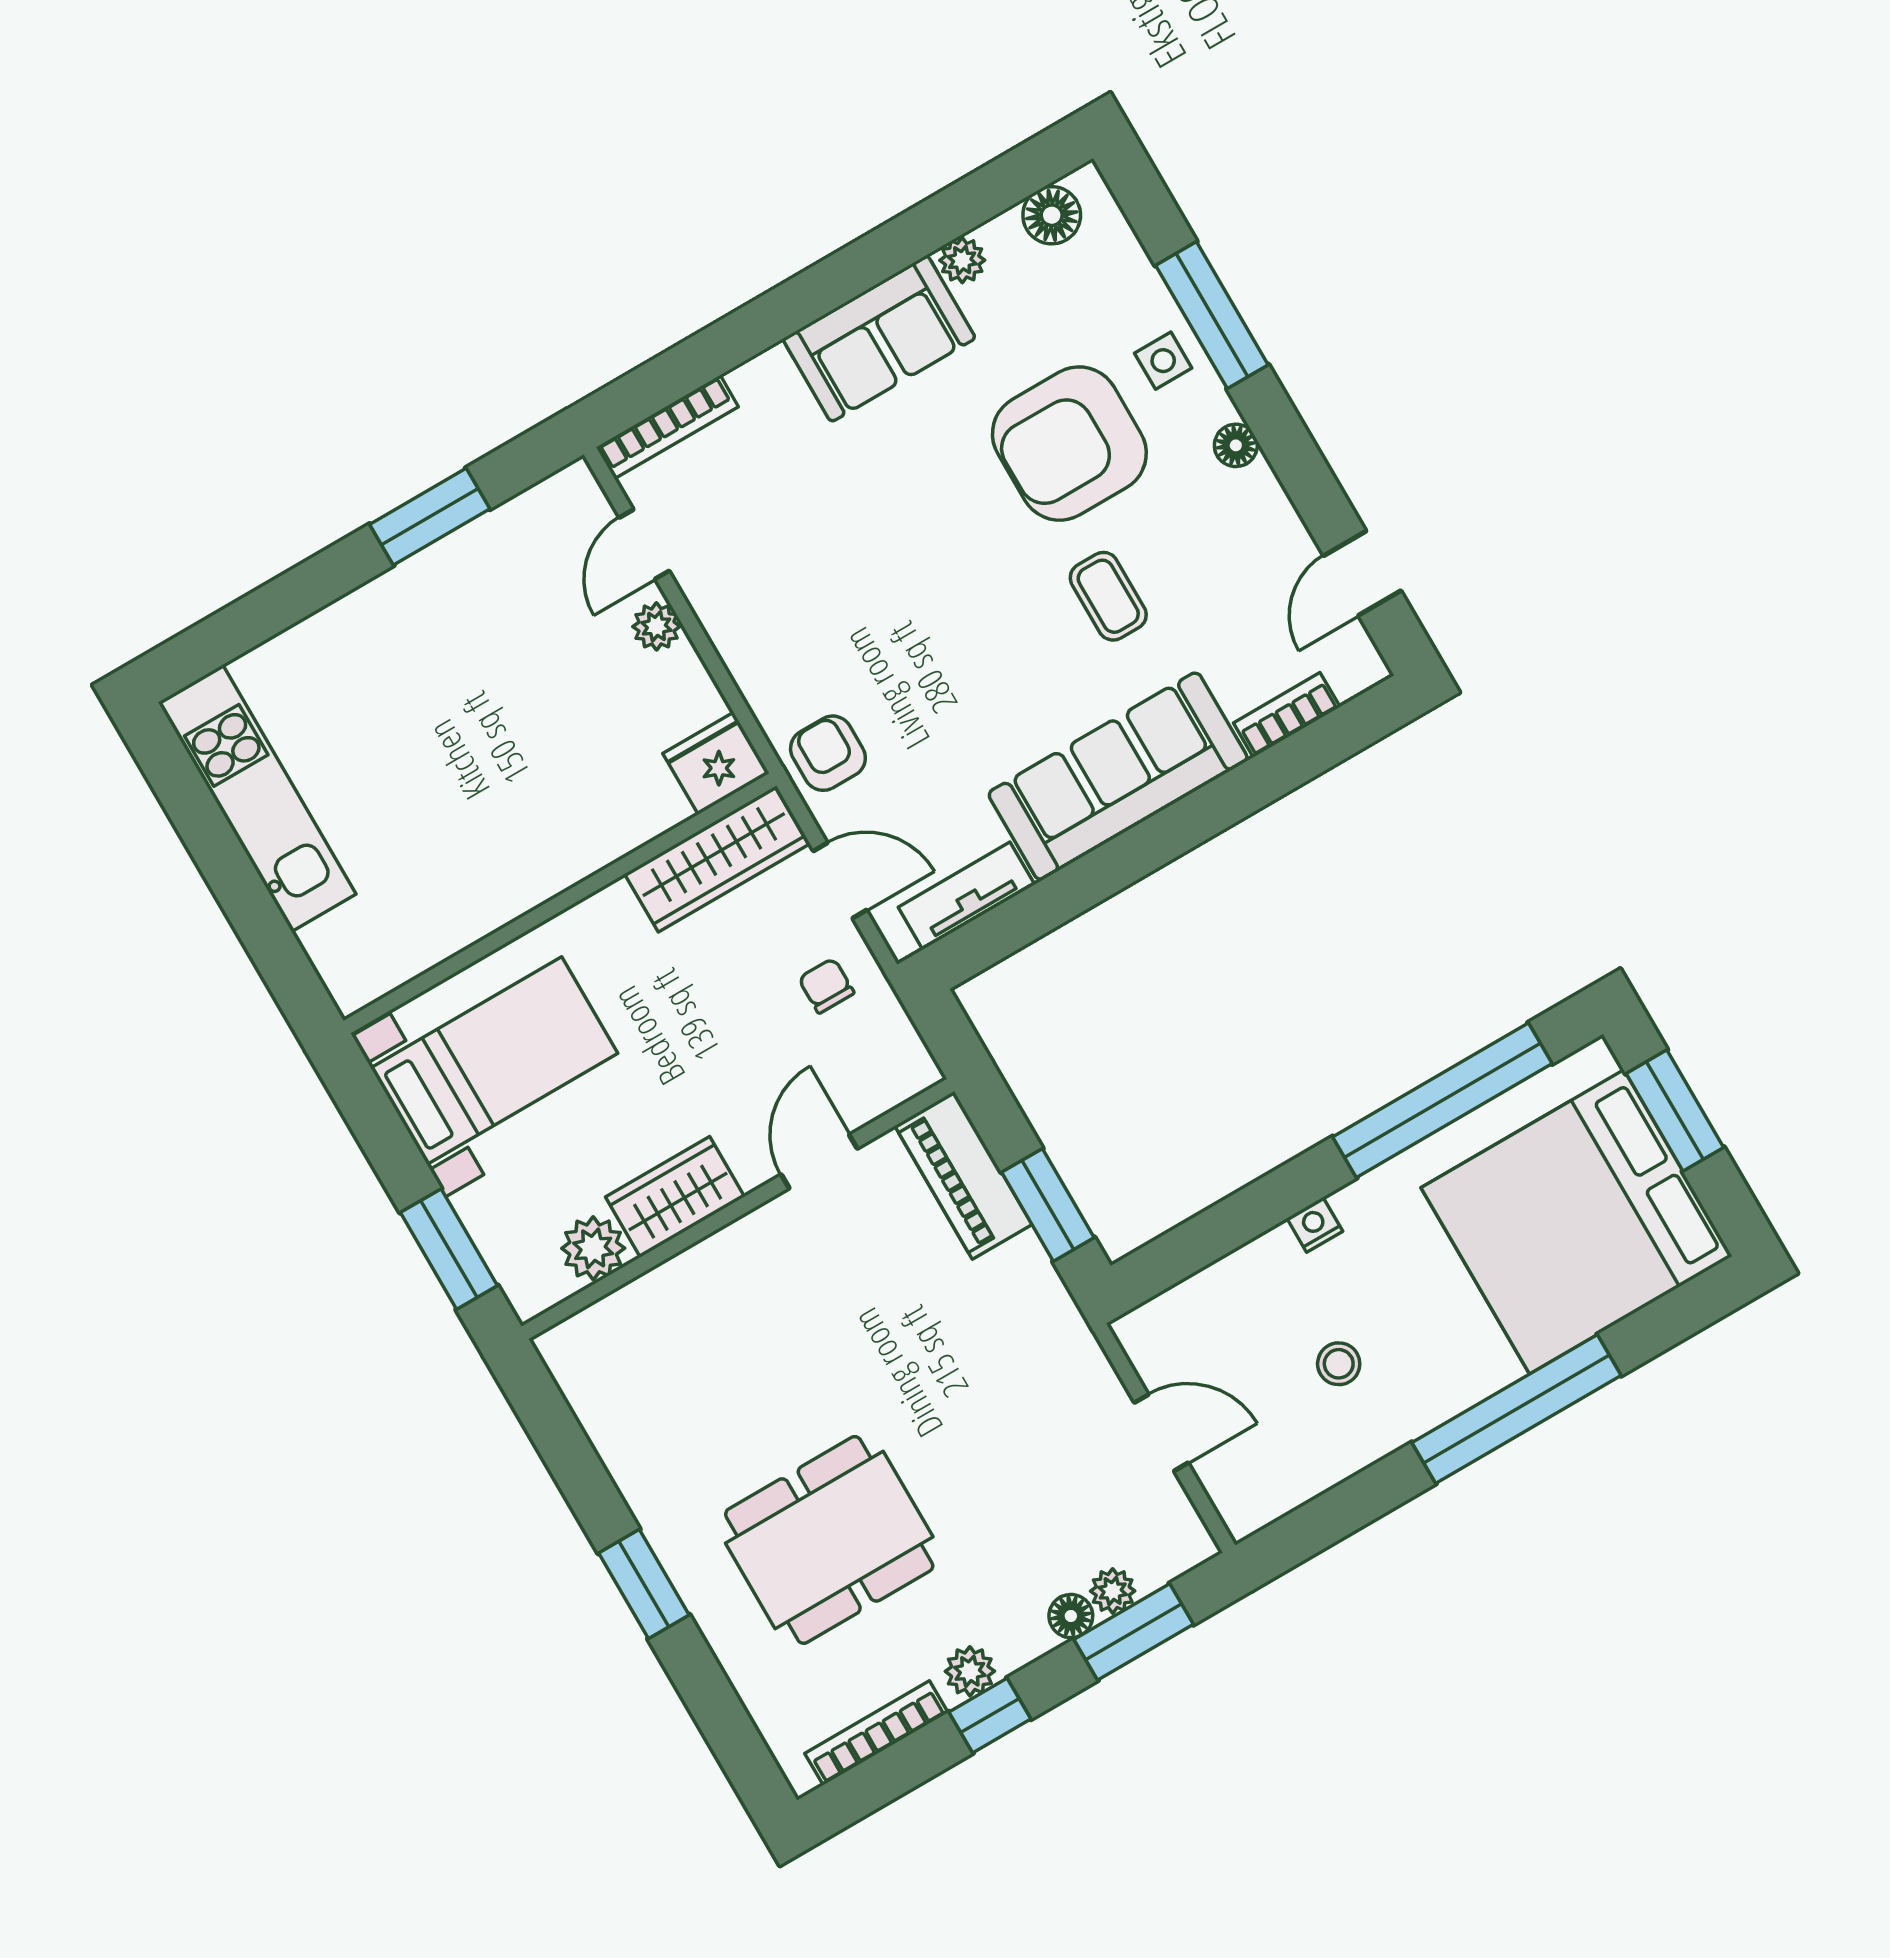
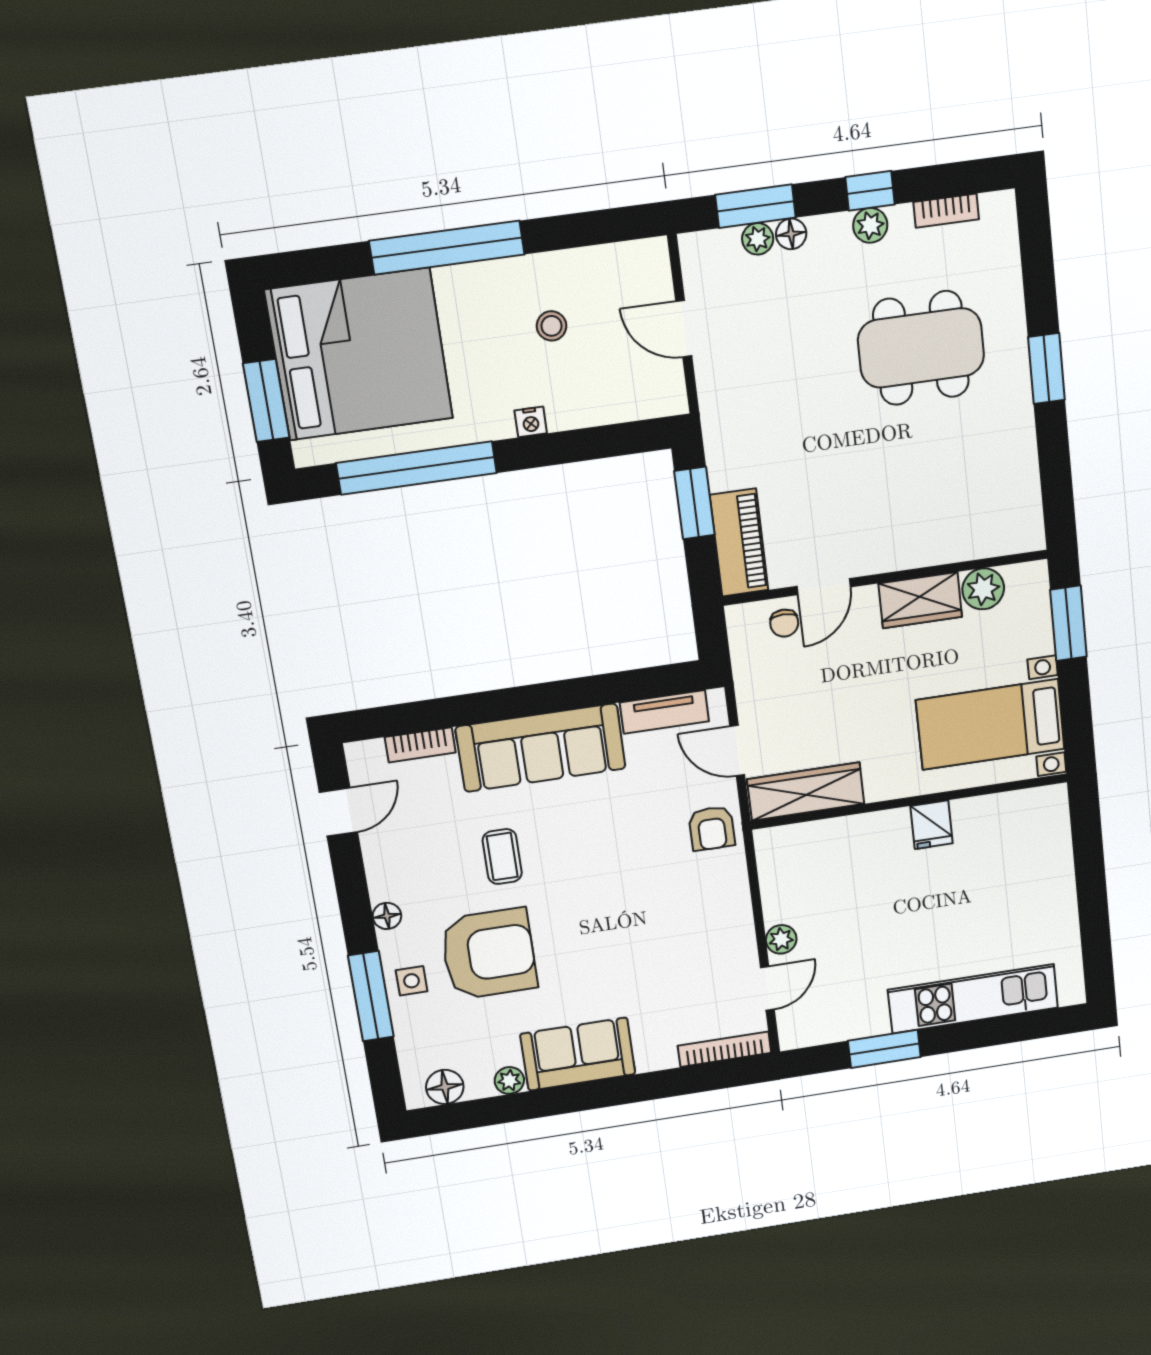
fridge: (716, 763) -> (932, 825), moved, width x0.72
kitchen unit: (257, 798) -> (973, 999), moved, turned 90
chair: (826, 986) -> (784, 623), moved
bookcase: (876, 1733) -> (946, 211), width x0.64

